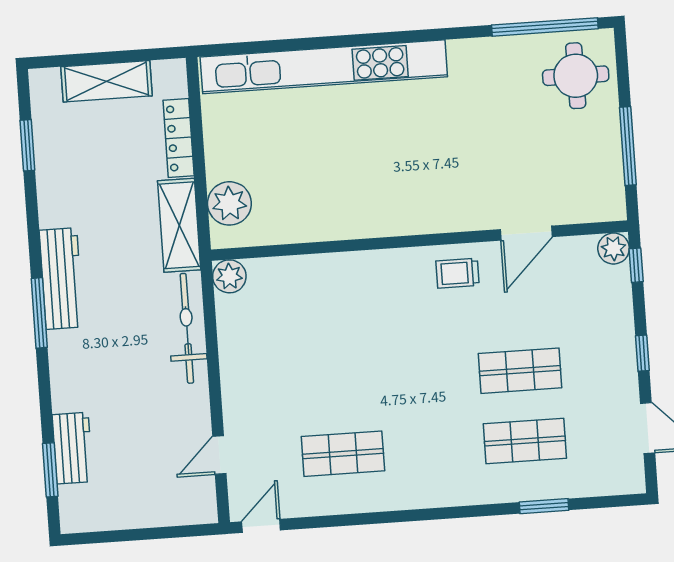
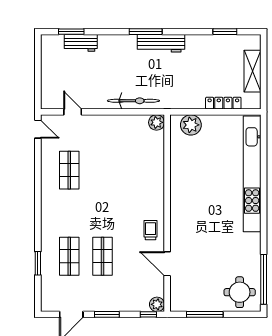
shelving: (179, 225) -> (182, 101), removed
window: (642, 353) -> (107, 314), width x1.50

